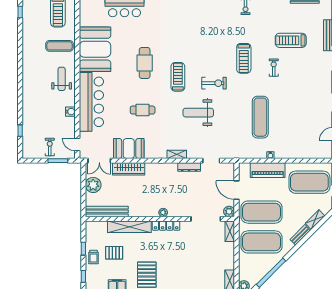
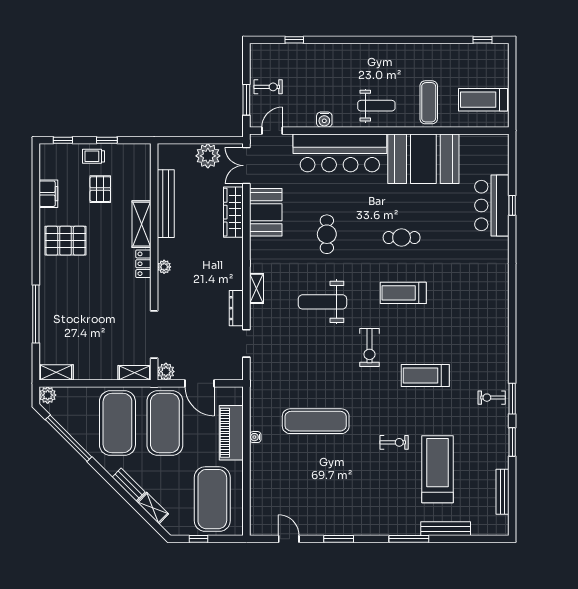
treadmill: (291, 40) -> (437, 469), width x1.37, depth x1.38
treadmill: (244, 58) -> (425, 376), moved
cafe table: (145, 63) -> (402, 238), width x0.73, depth x0.74
treadmill: (178, 77) -> (403, 293), moved, turned 180
weight bench: (198, 113) -> (322, 302), moved, turned -90
door: (236, 190) -> (200, 383), swing flipped
bench: (107, 211) -> (166, 204), moved
locker: (166, 226) -> (143, 264), width x0.66
shelving: (129, 227) -> (141, 224), width x0.68

